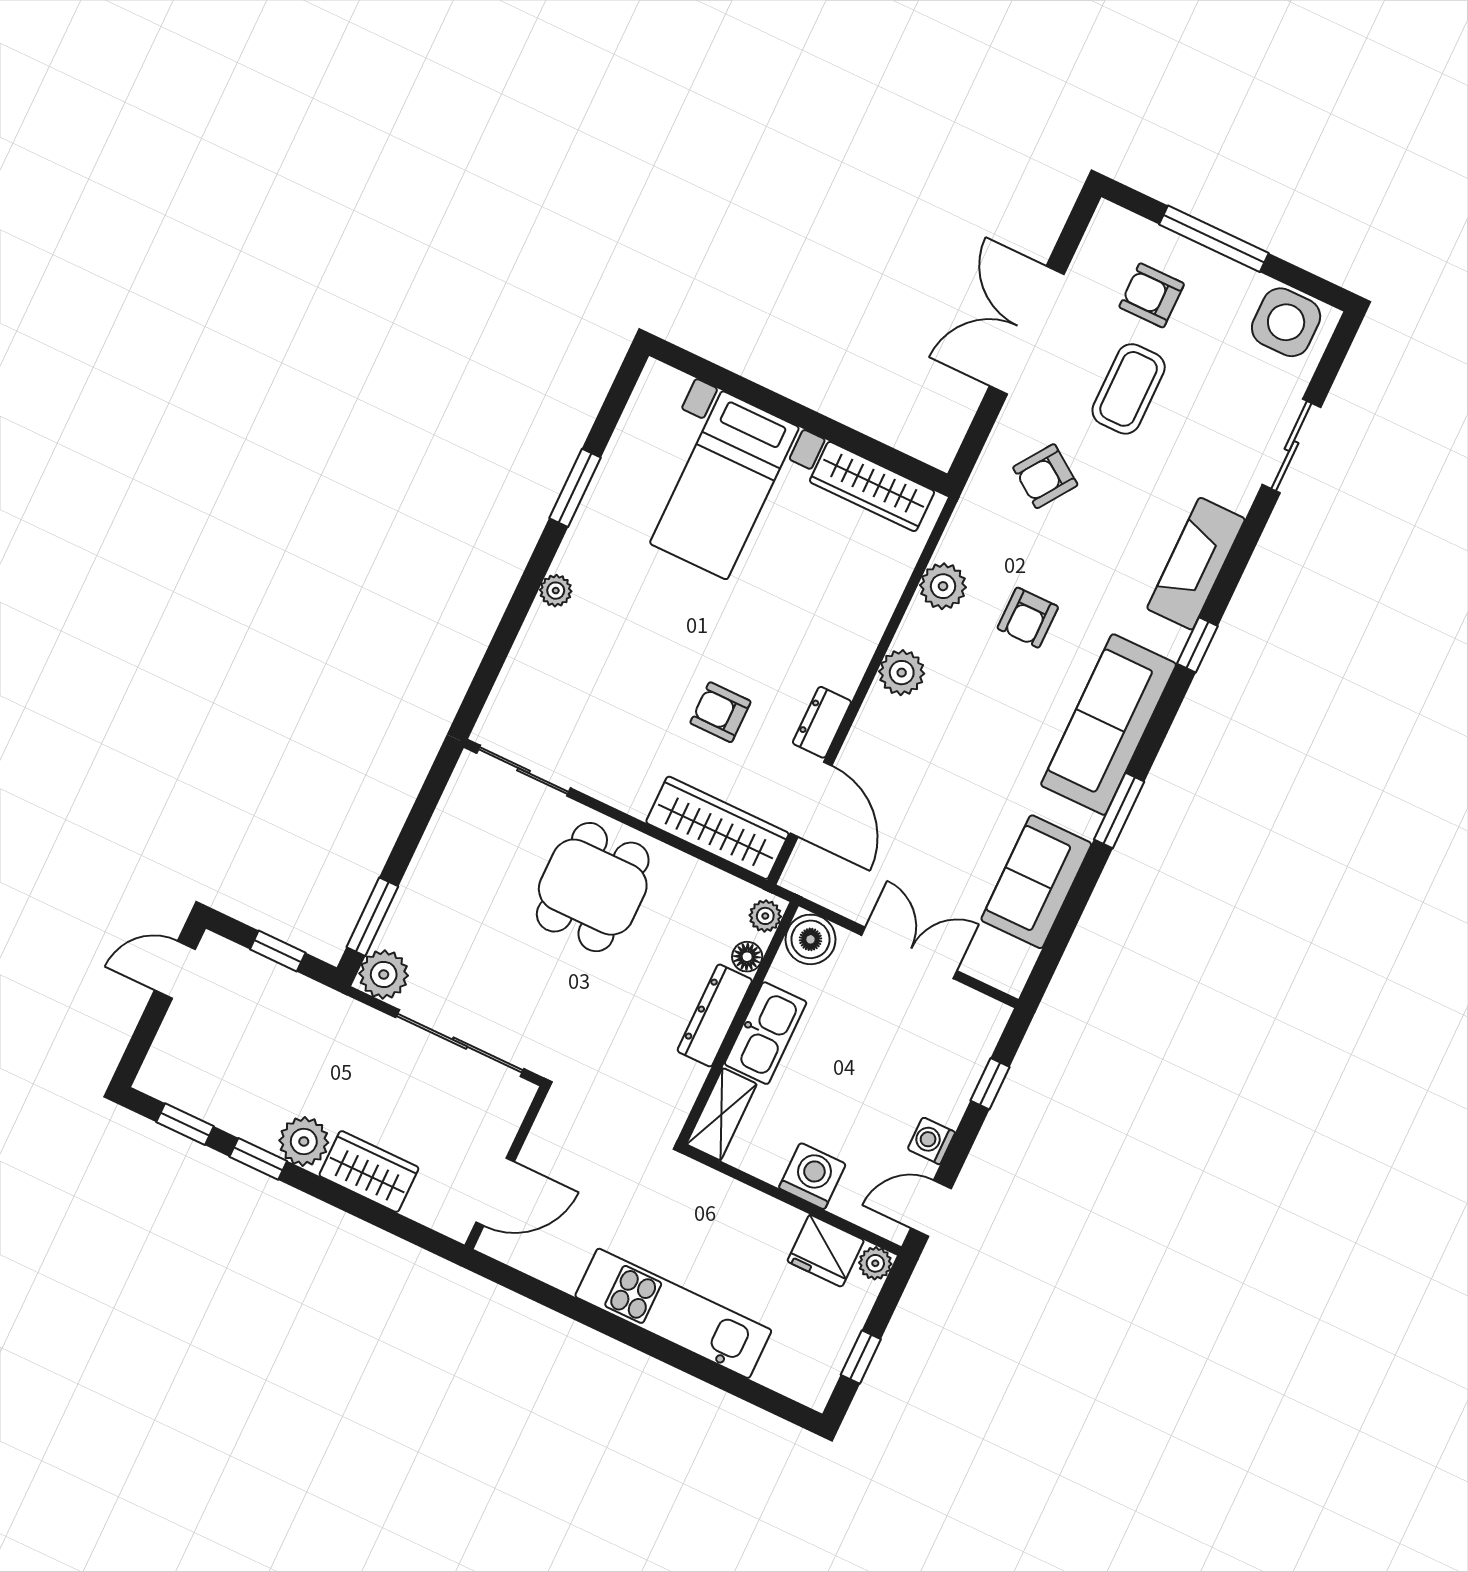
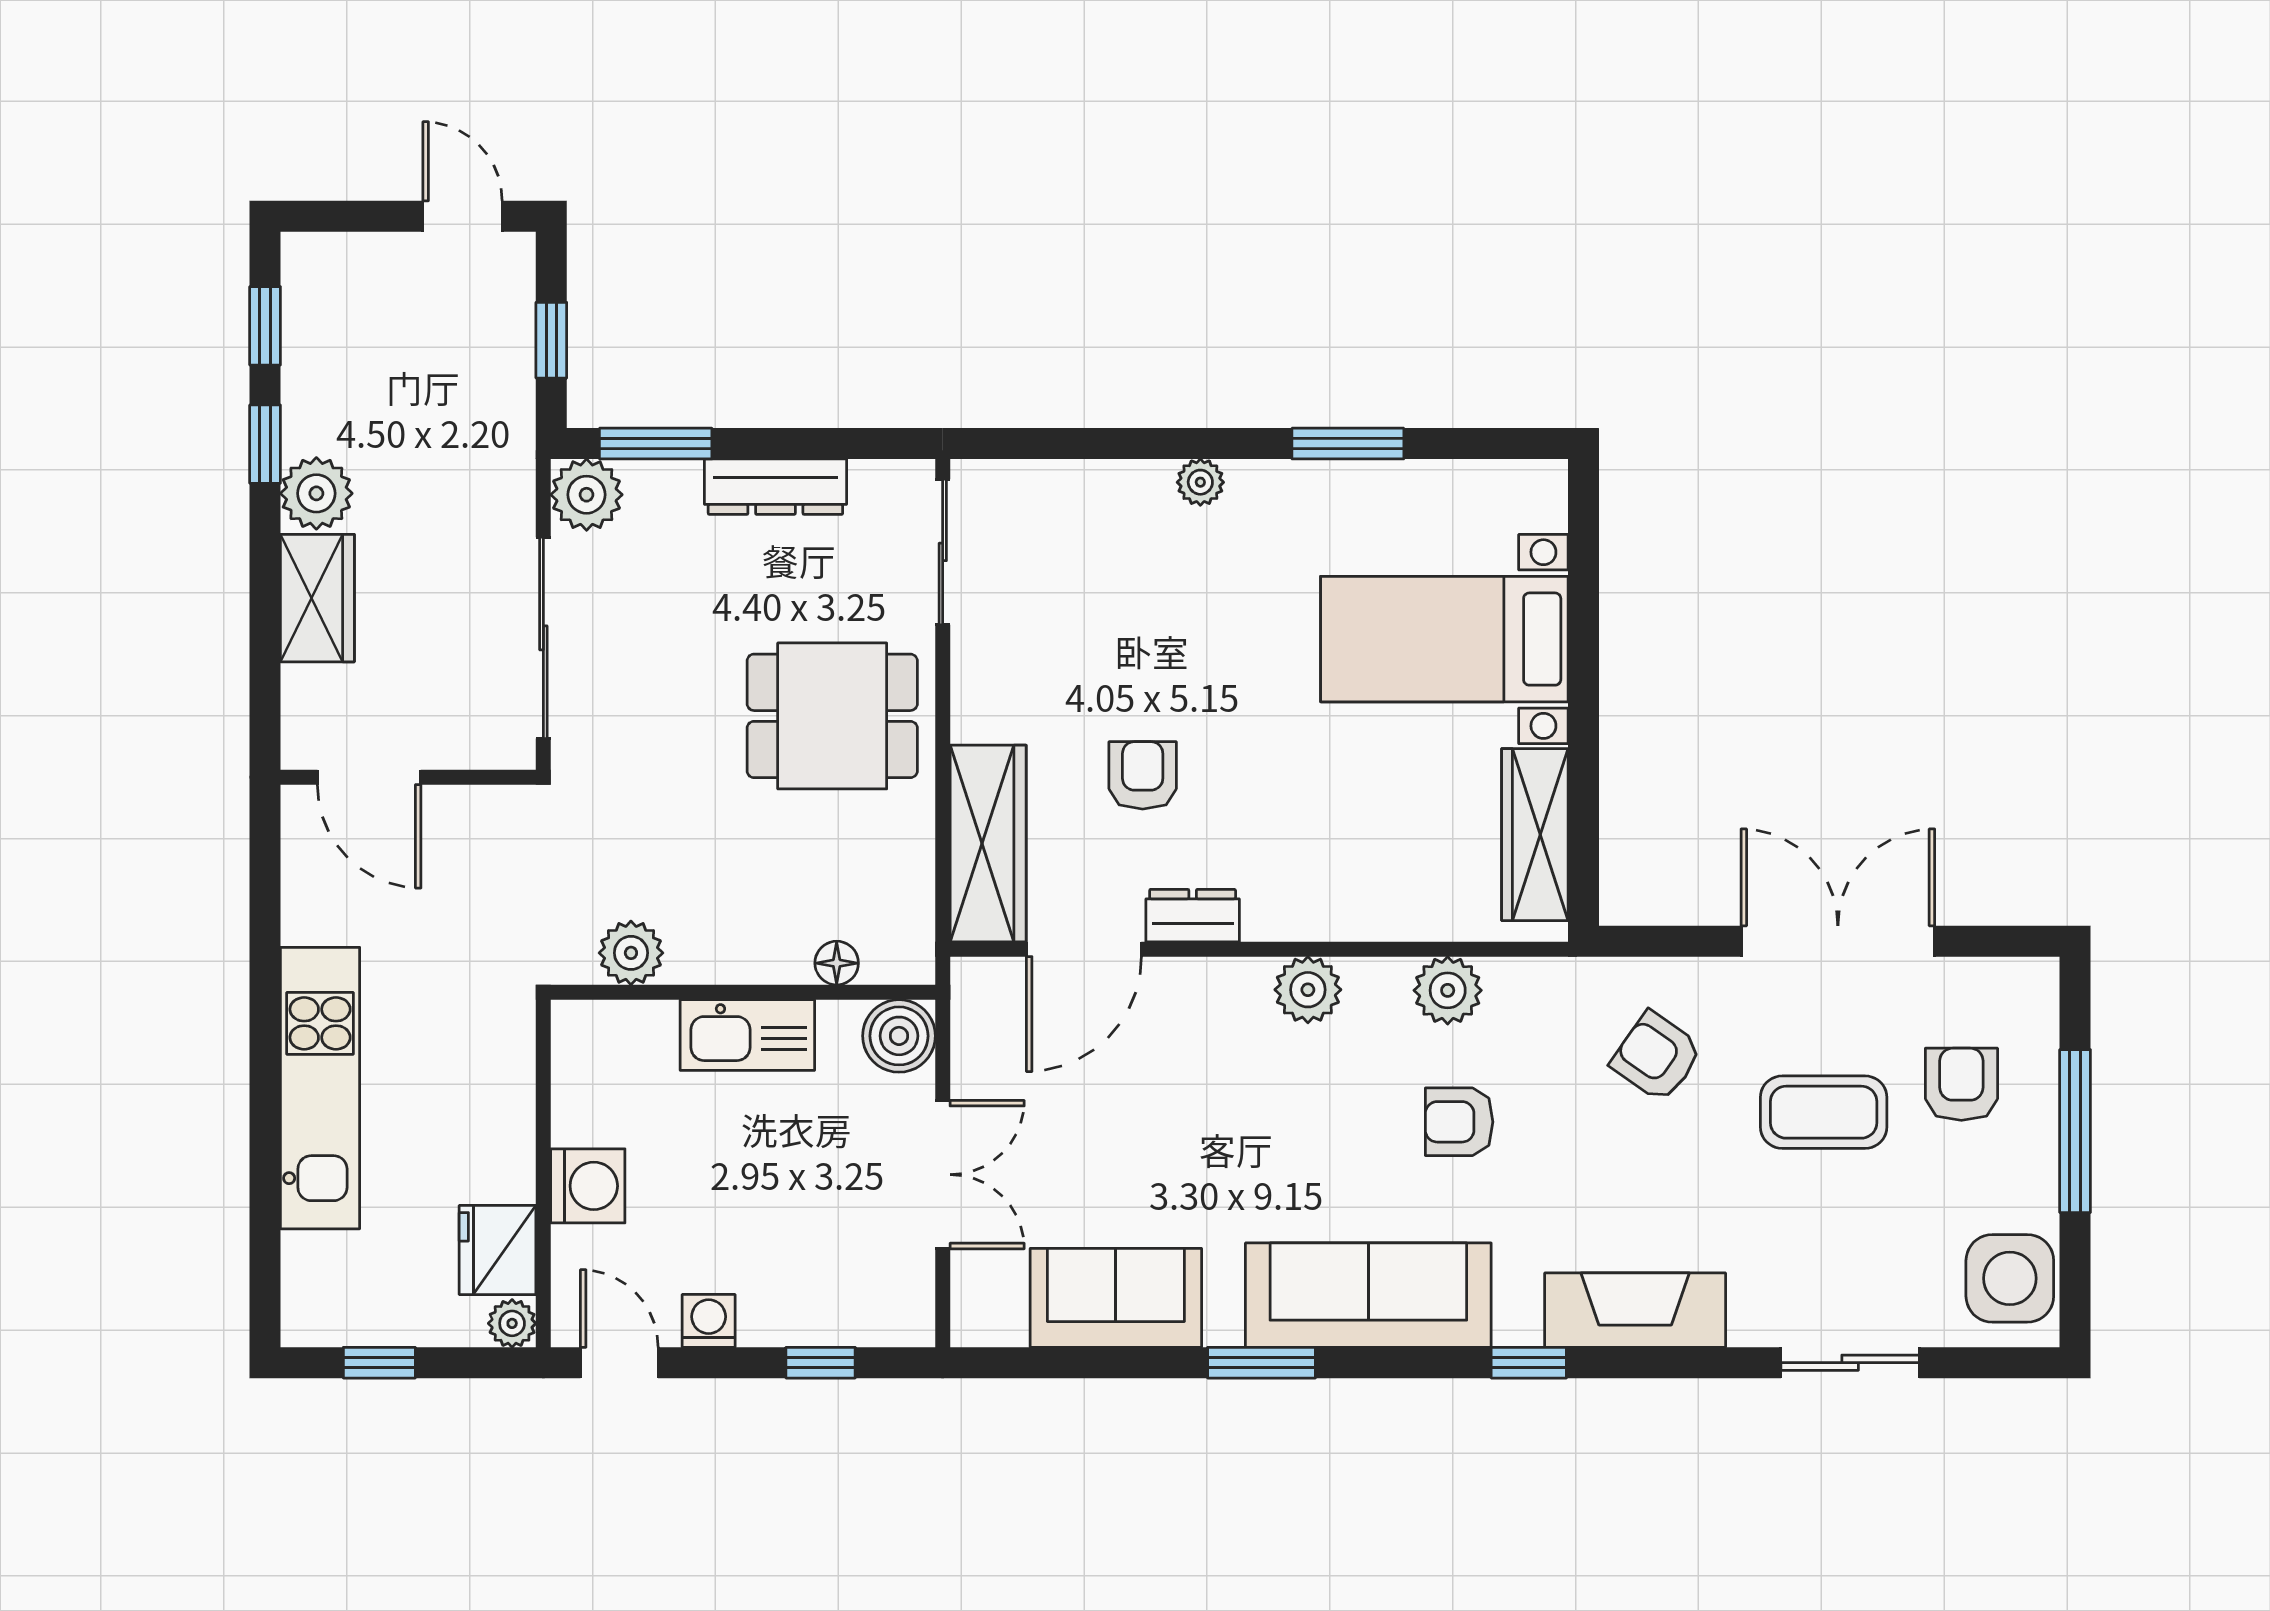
plant: (765, 916) -> (631, 953), moved, width x1.38, depth x1.38
dresser: (715, 1015) -> (775, 487), moved, turned 180
shelving: (722, 1114) -> (613, 1028), removed

